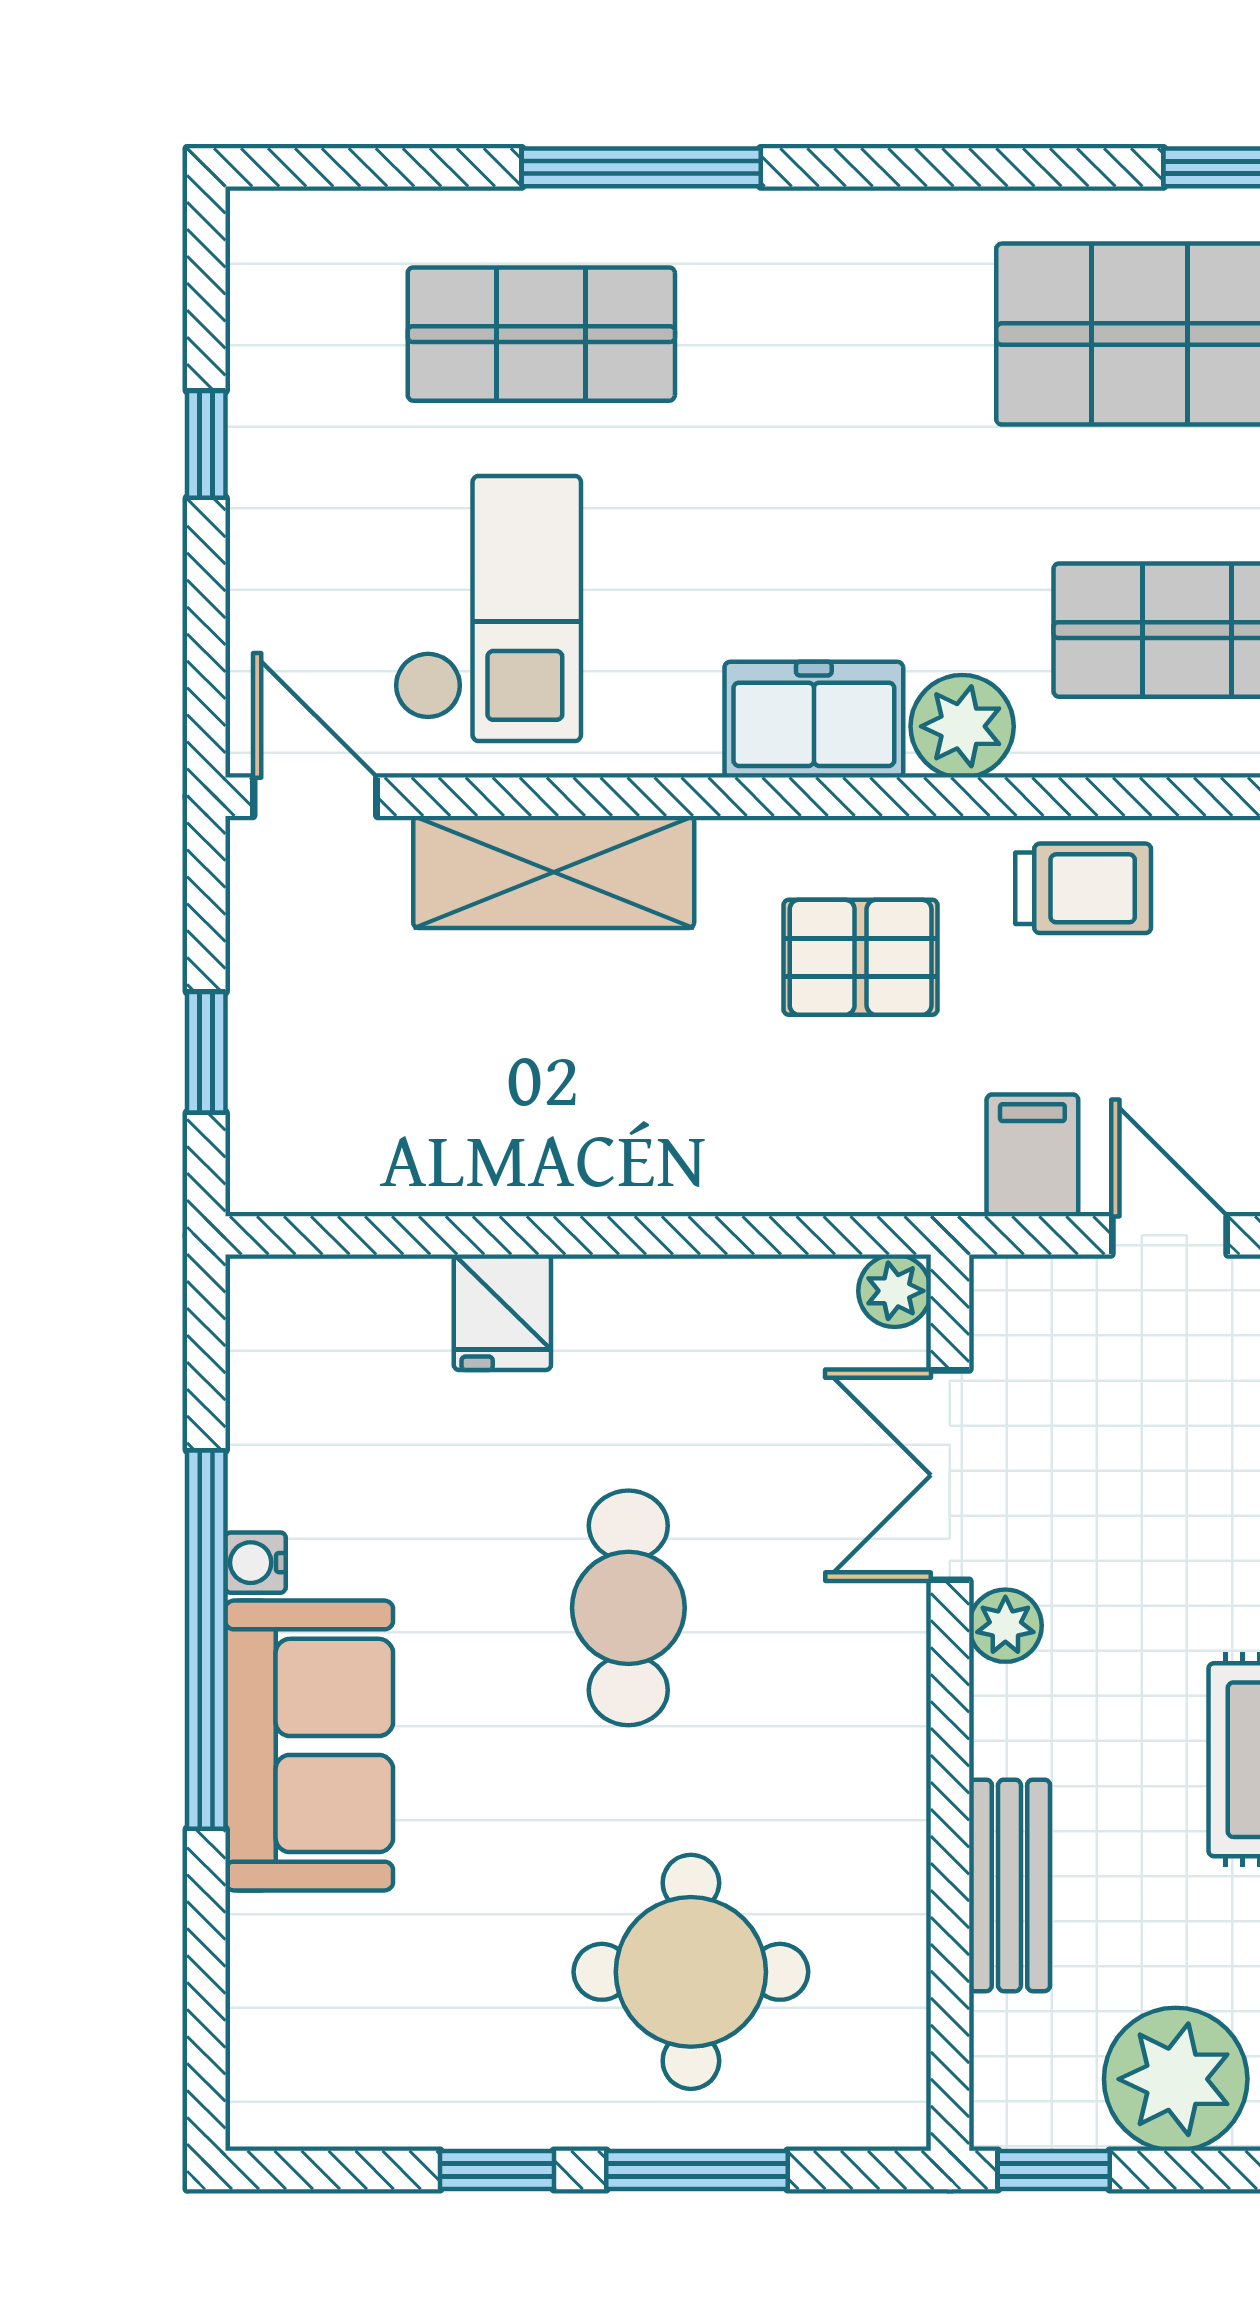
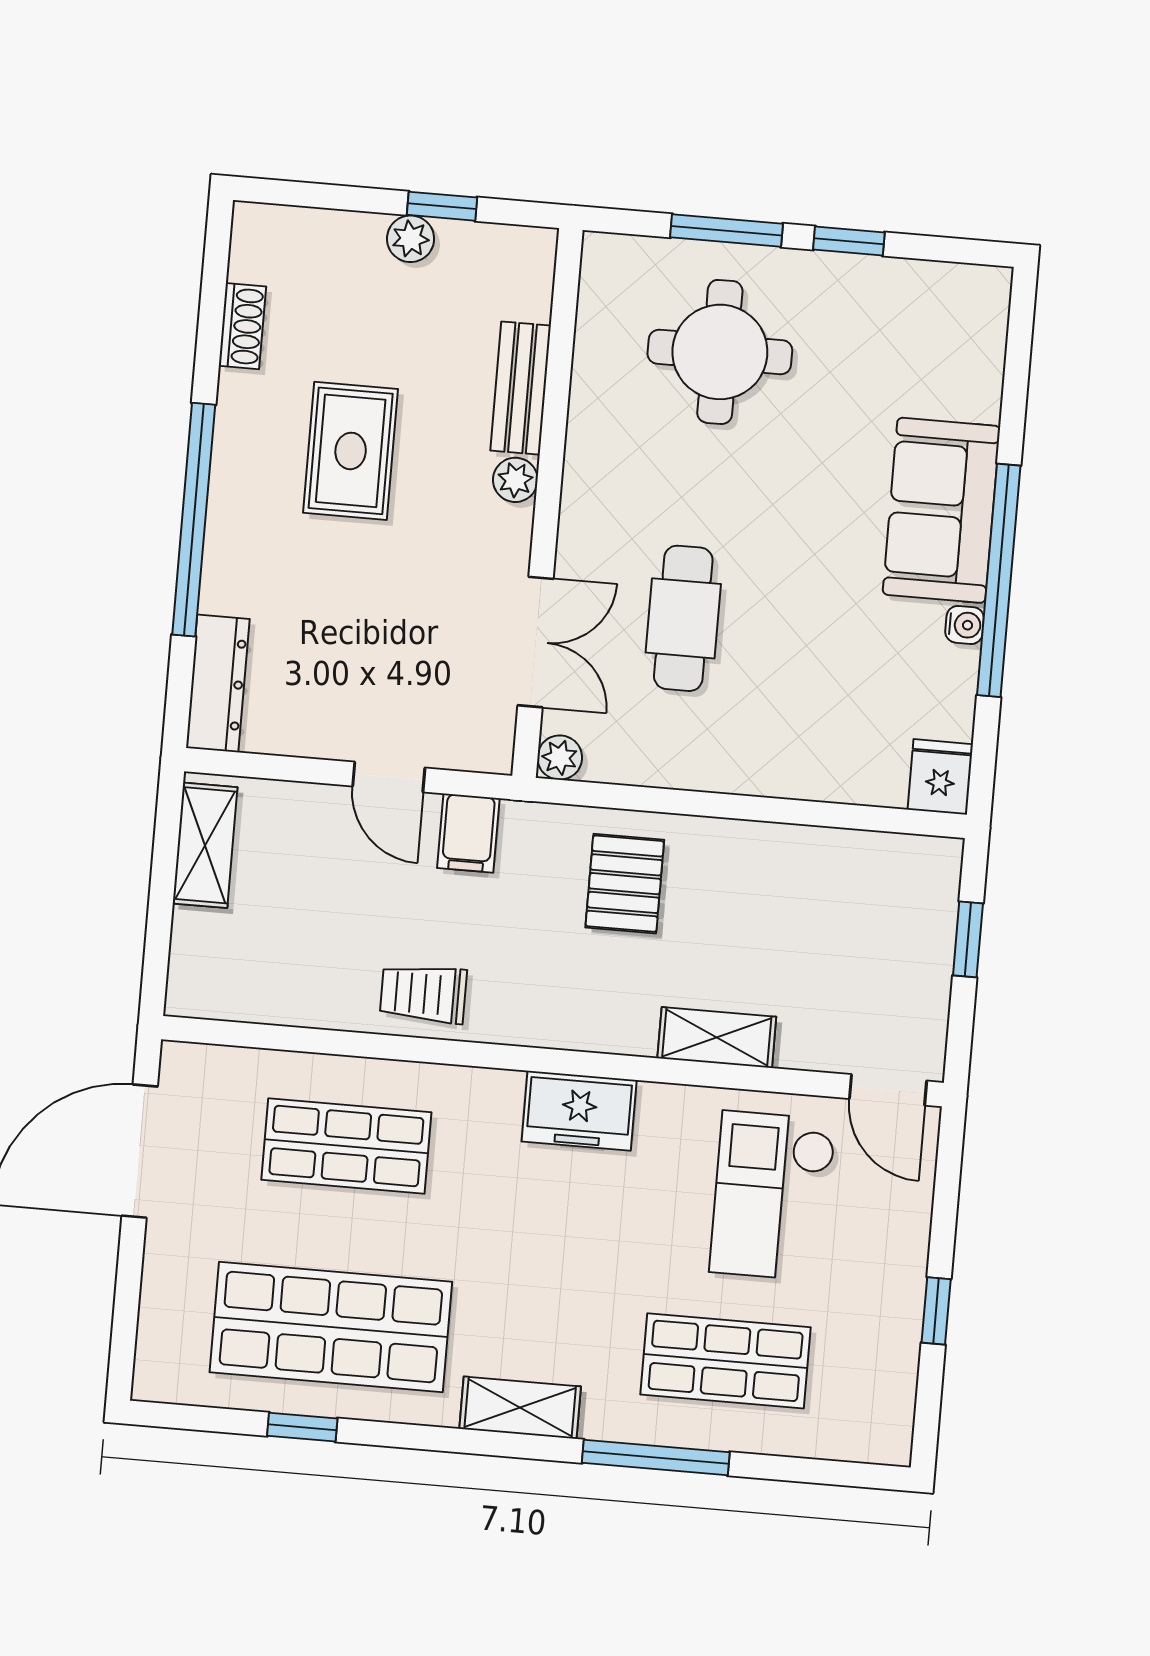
shelving: (868, 229) -> (520, 1408), added
plant: (962, 726) -> (489, 1099), removed
shelving: (554, 872) -> (717, 1038), width x0.67, depth x0.75
pallet: (861, 957) -> (625, 884), moved, turned 90
fridge: (502, 1312) -> (940, 777), moved
cafe table: (628, 1608) -> (683, 618), moved
plant: (1005, 1626) -> (515, 480), moved
plant: (1176, 2079) -> (411, 239), width x0.53, depth x0.53
window: (1054, 2170) -> (442, 206), moved

